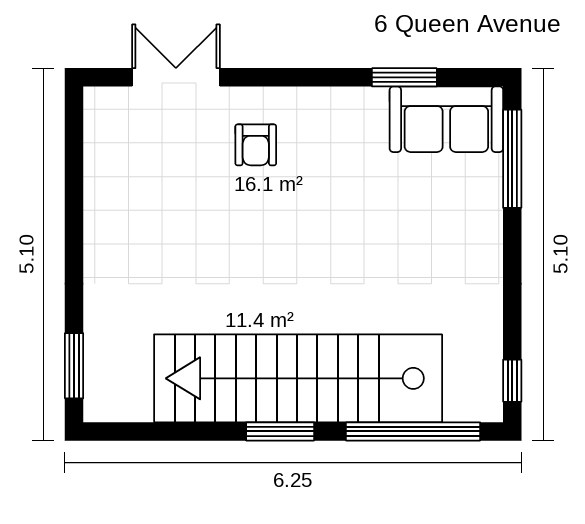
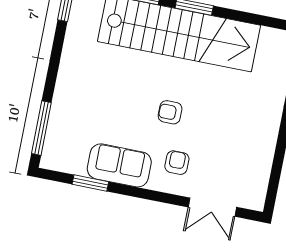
sofa: (446, 119) -> (119, 165), moved
armchair: (286, 233) -> (170, 112), added

